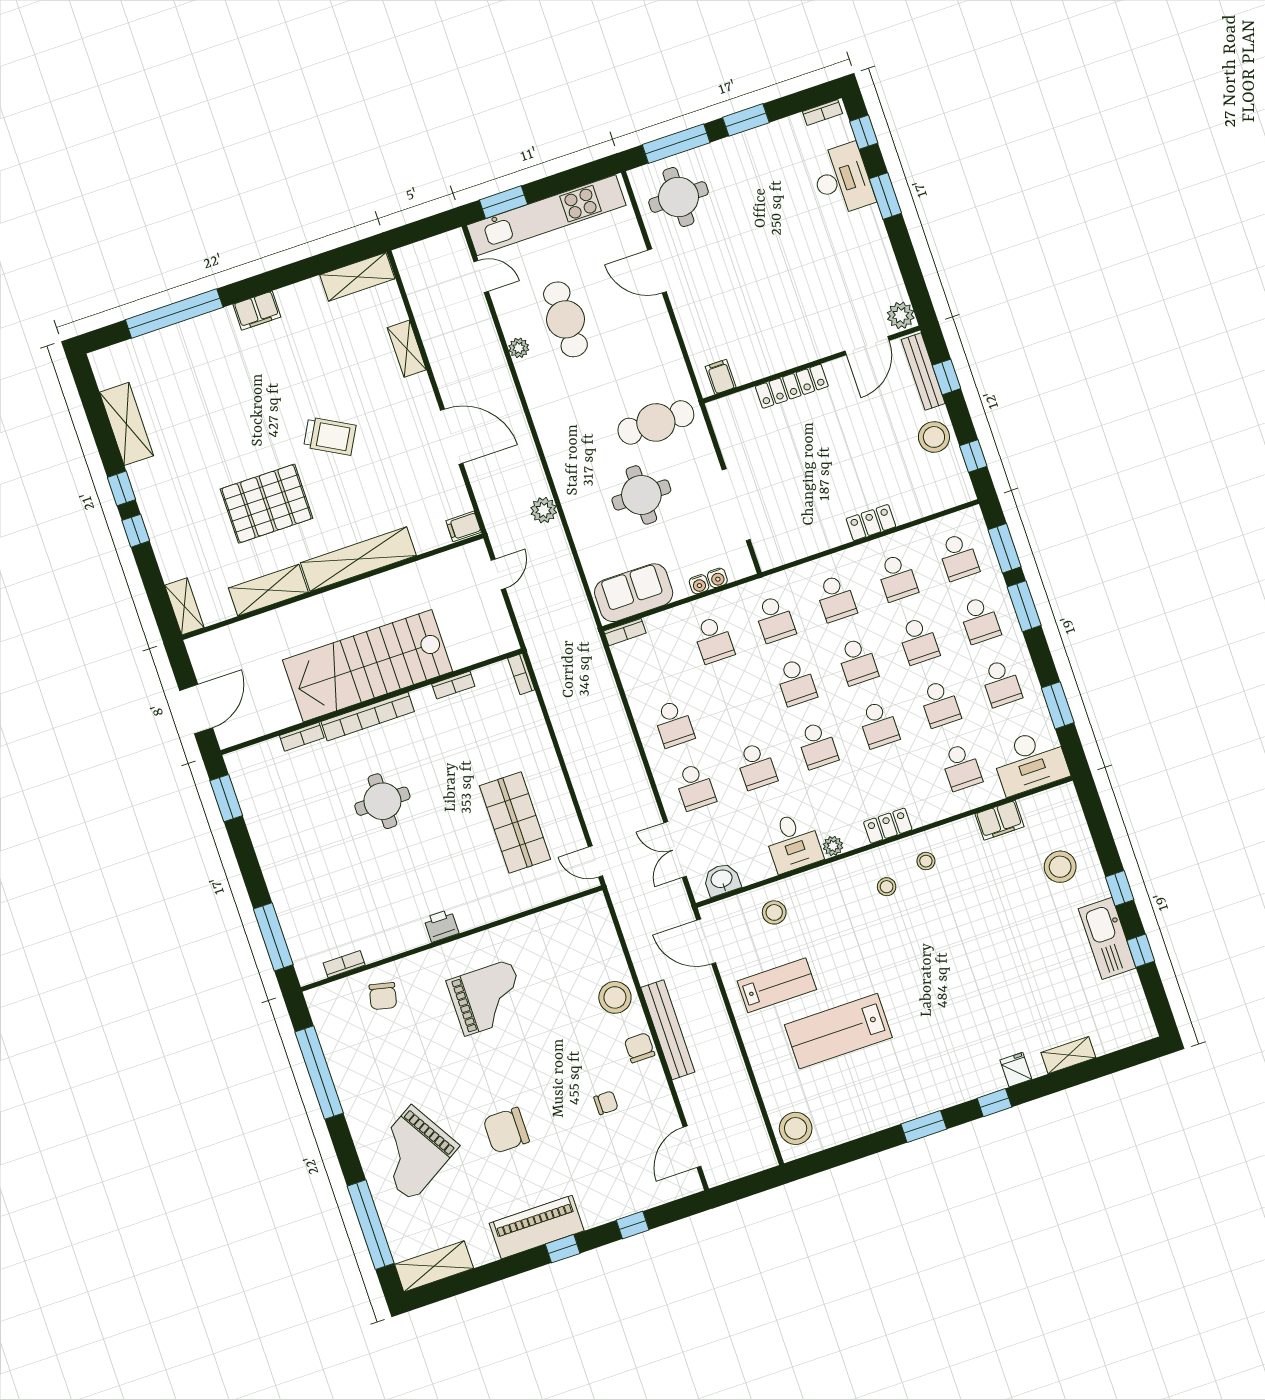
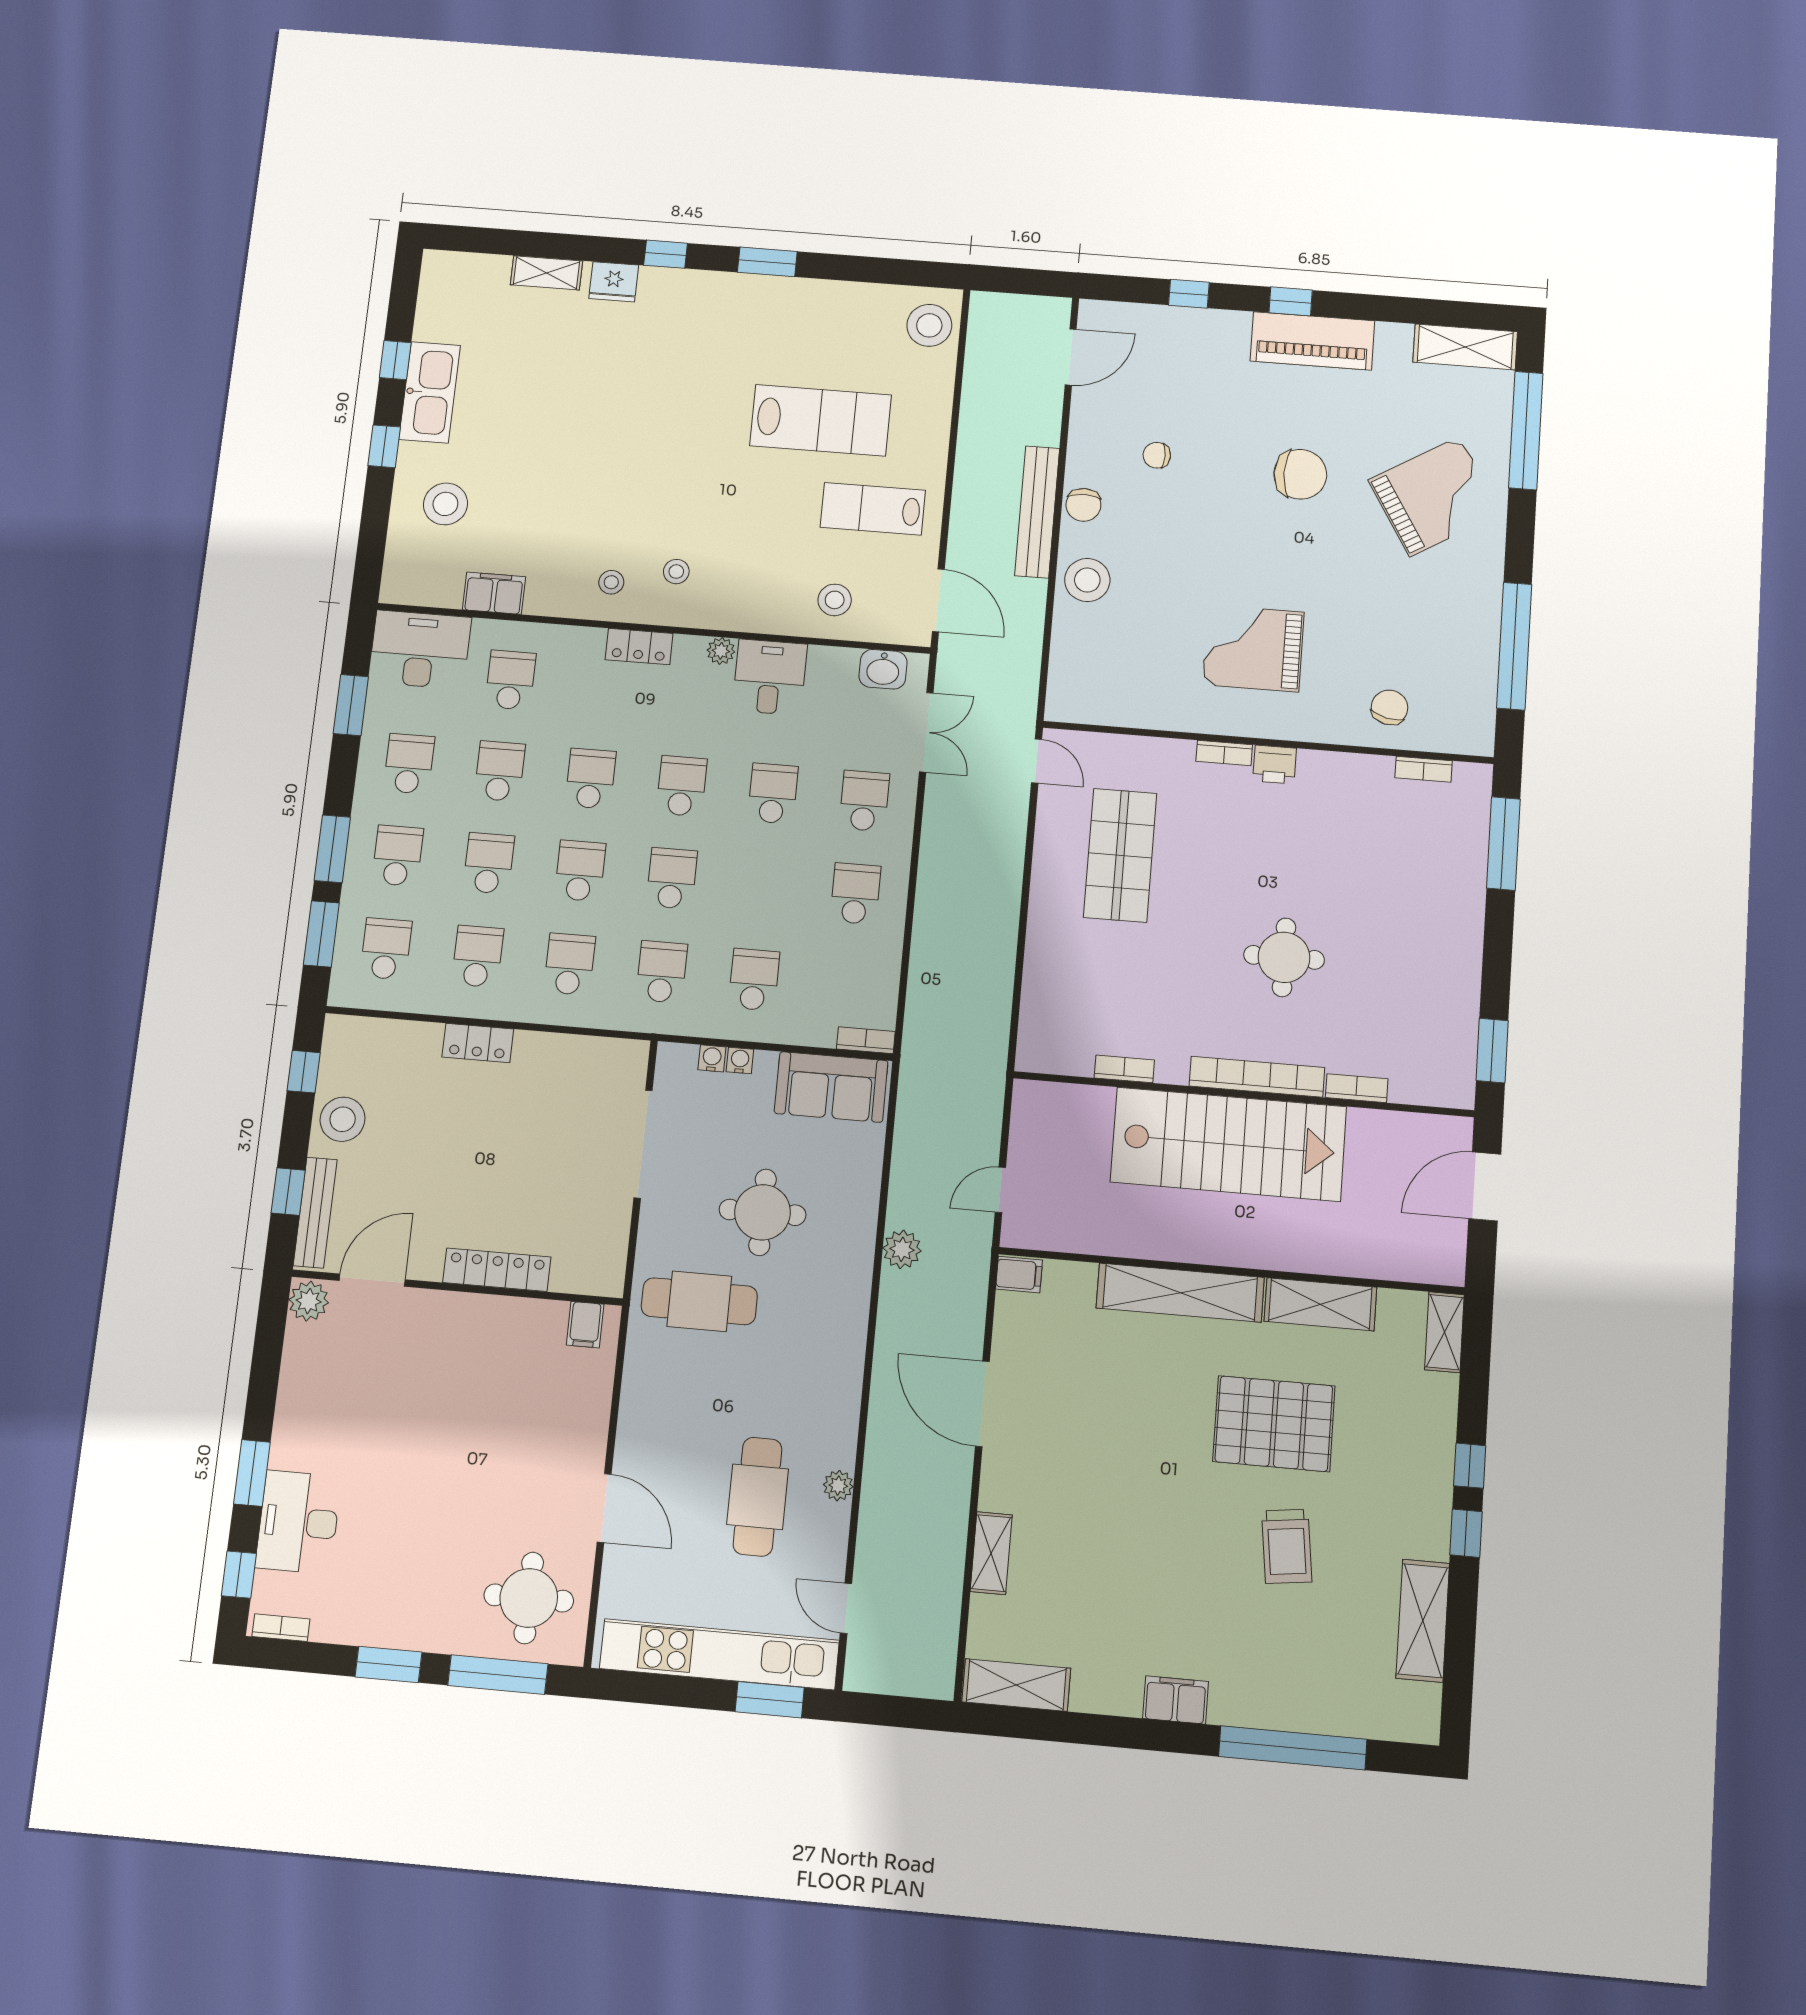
trolley: (330, 436) -> (1287, 1546), moved, turned -126
bookcase: (521, 674) -> (1224, 753), moved, turned 90
fridge: (1016, 1070) -> (614, 282), width x1.38

